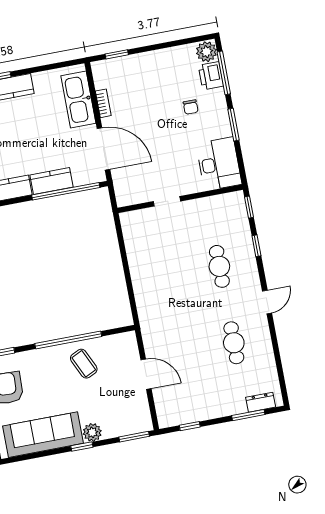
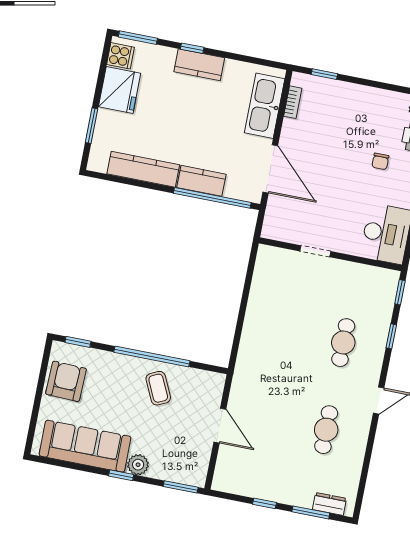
bookcase: (103, 103) -> (293, 102), moved
window: (190, 426) -> (264, 503), moved

